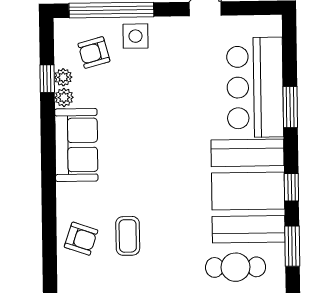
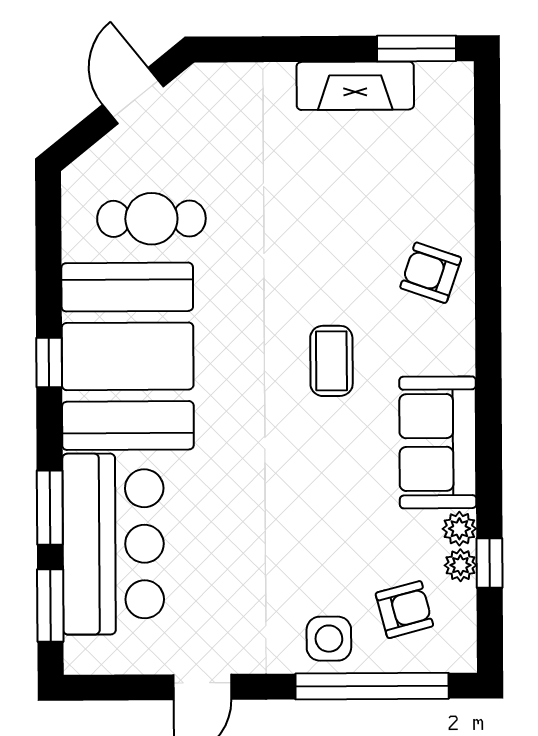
coffee table: (128, 236) -> (331, 361), moved
window: (292, 246) -> (50, 605), moved

